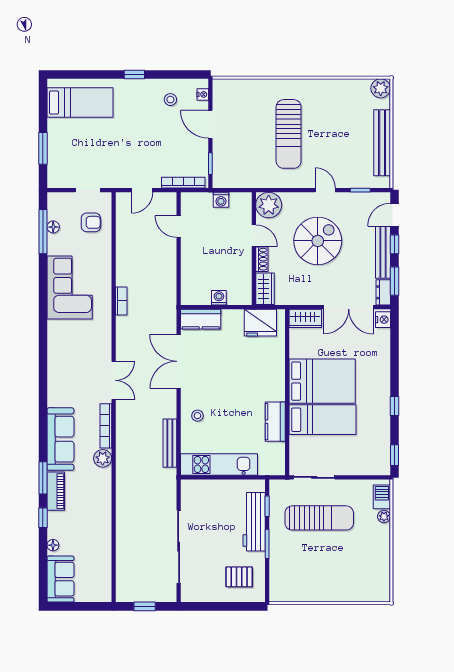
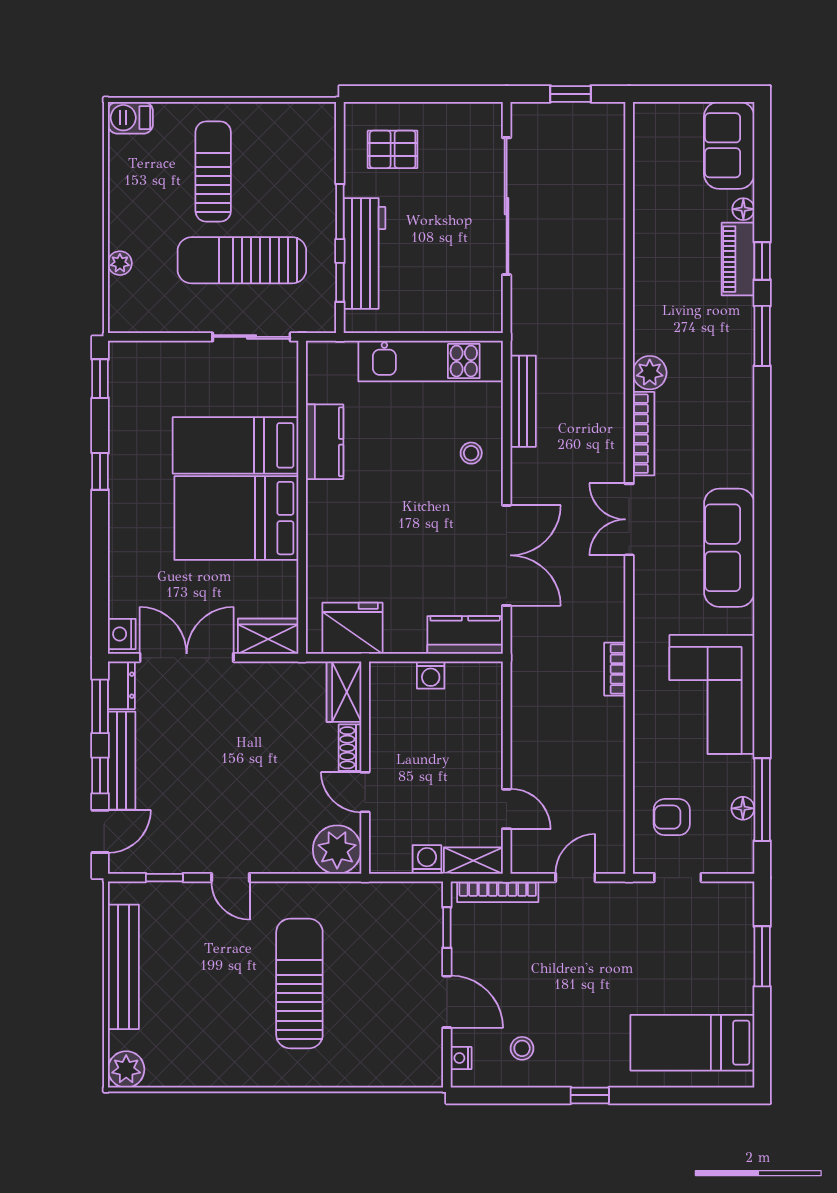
shelving: (196, 199) -> (473, 861), added
spiral stairs: (318, 241) -> (245, 782), removed
sofa: (60, 439) -> (729, 548), moved
piano: (56, 491) -> (738, 259), moved
barbecue: (382, 497) -> (130, 118), moved, turned 90
sun lounger: (334, 565) -> (213, 172), added

